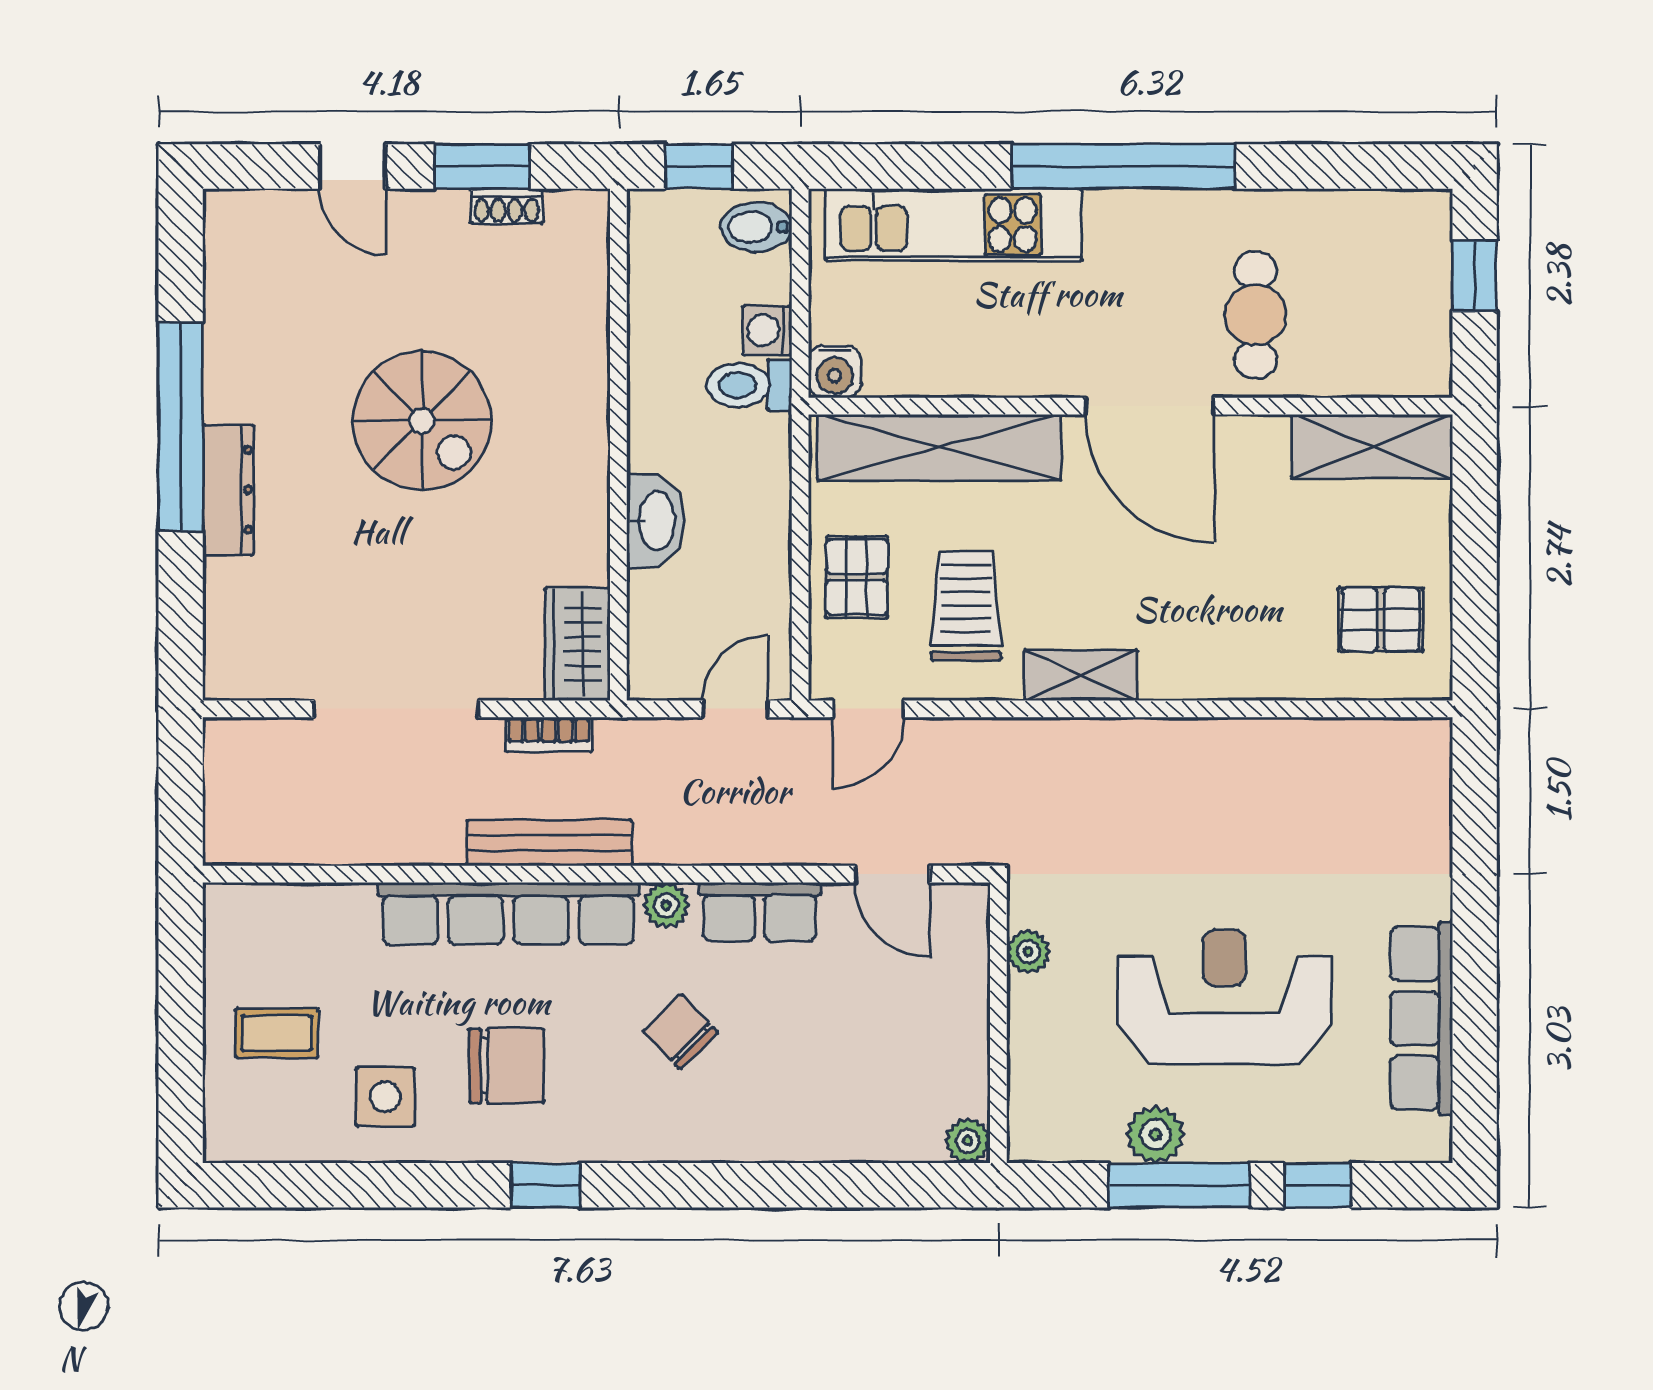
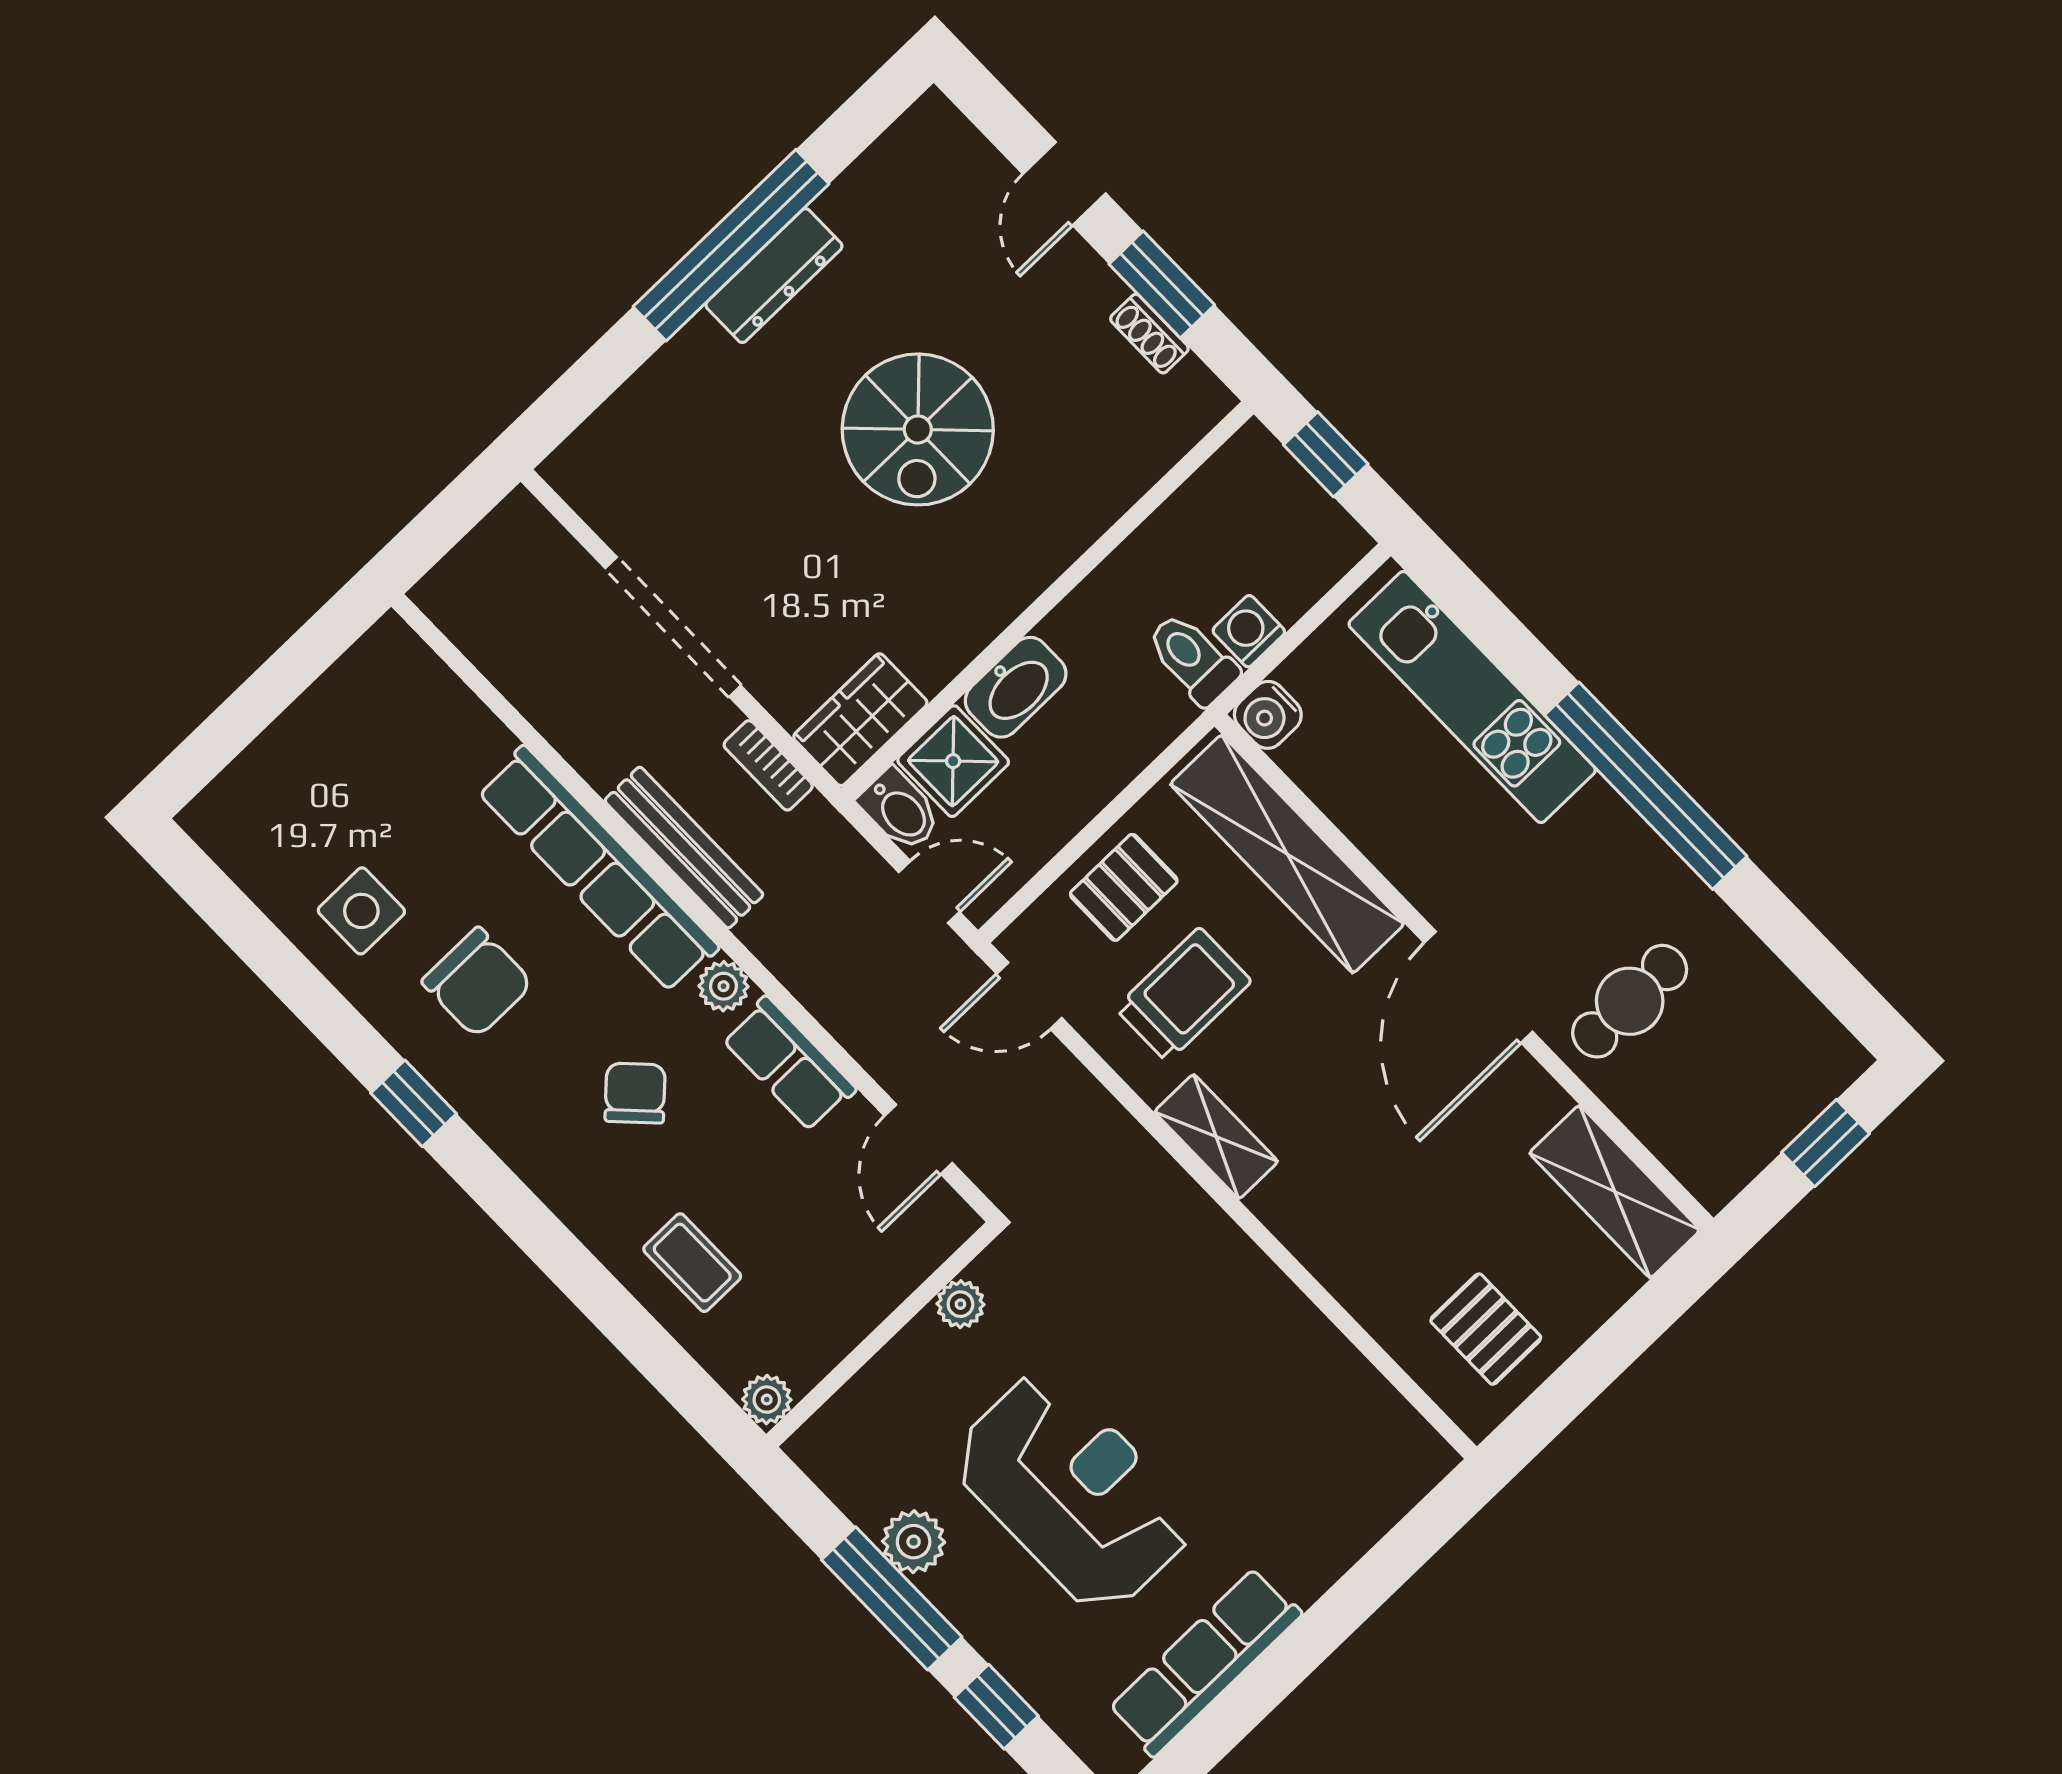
bidet: (756, 227) -> (900, 810), moved, turned 180
dresser: (228, 490) -> (774, 276), moved
shower: (664, 609) -> (953, 761), added
coffee table: (277, 1033) -> (692, 1263), moved

